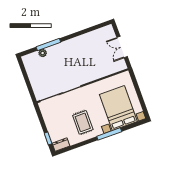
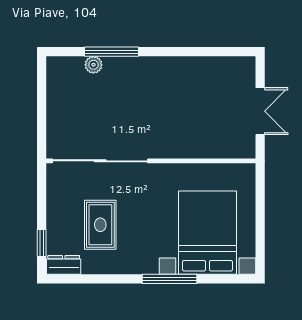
double door: (122, 47) -> (260, 111), swing flipped
rug: (83, 122) -> (100, 225), moved

